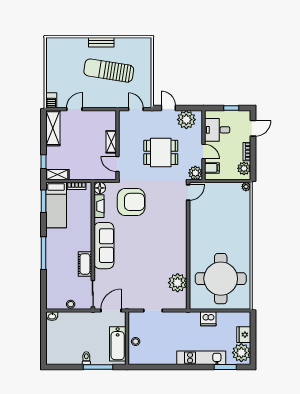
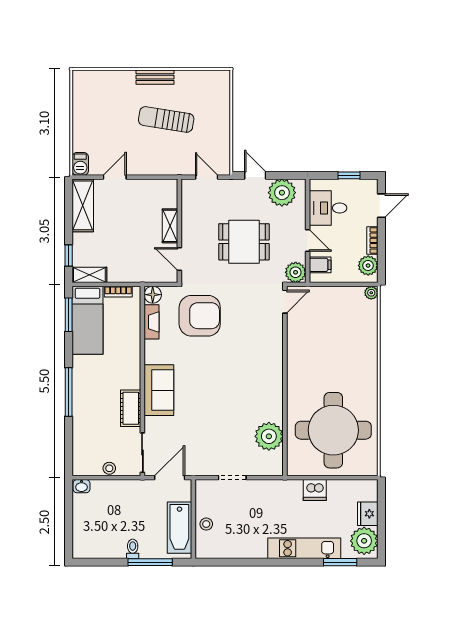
sun lounger: (109, 71) -> (166, 119), width x0.73, depth x0.75
sofa: (104, 246) -> (159, 390), width x0.73

